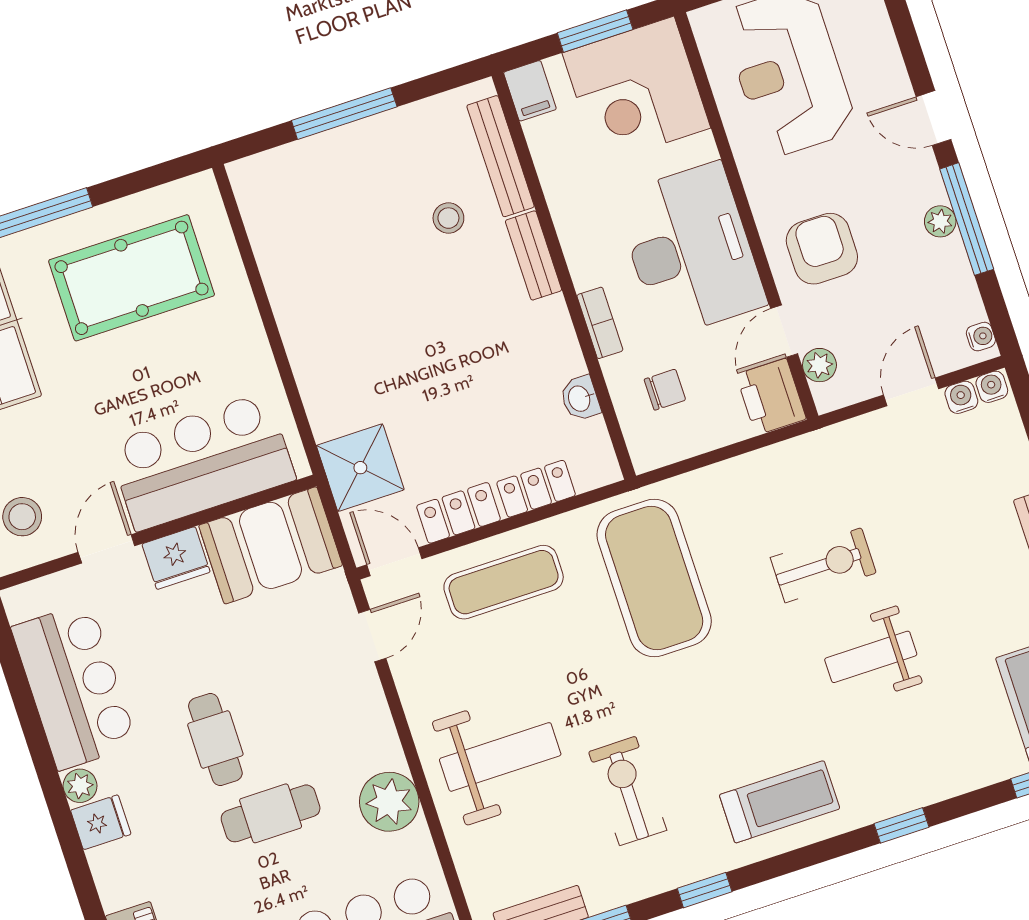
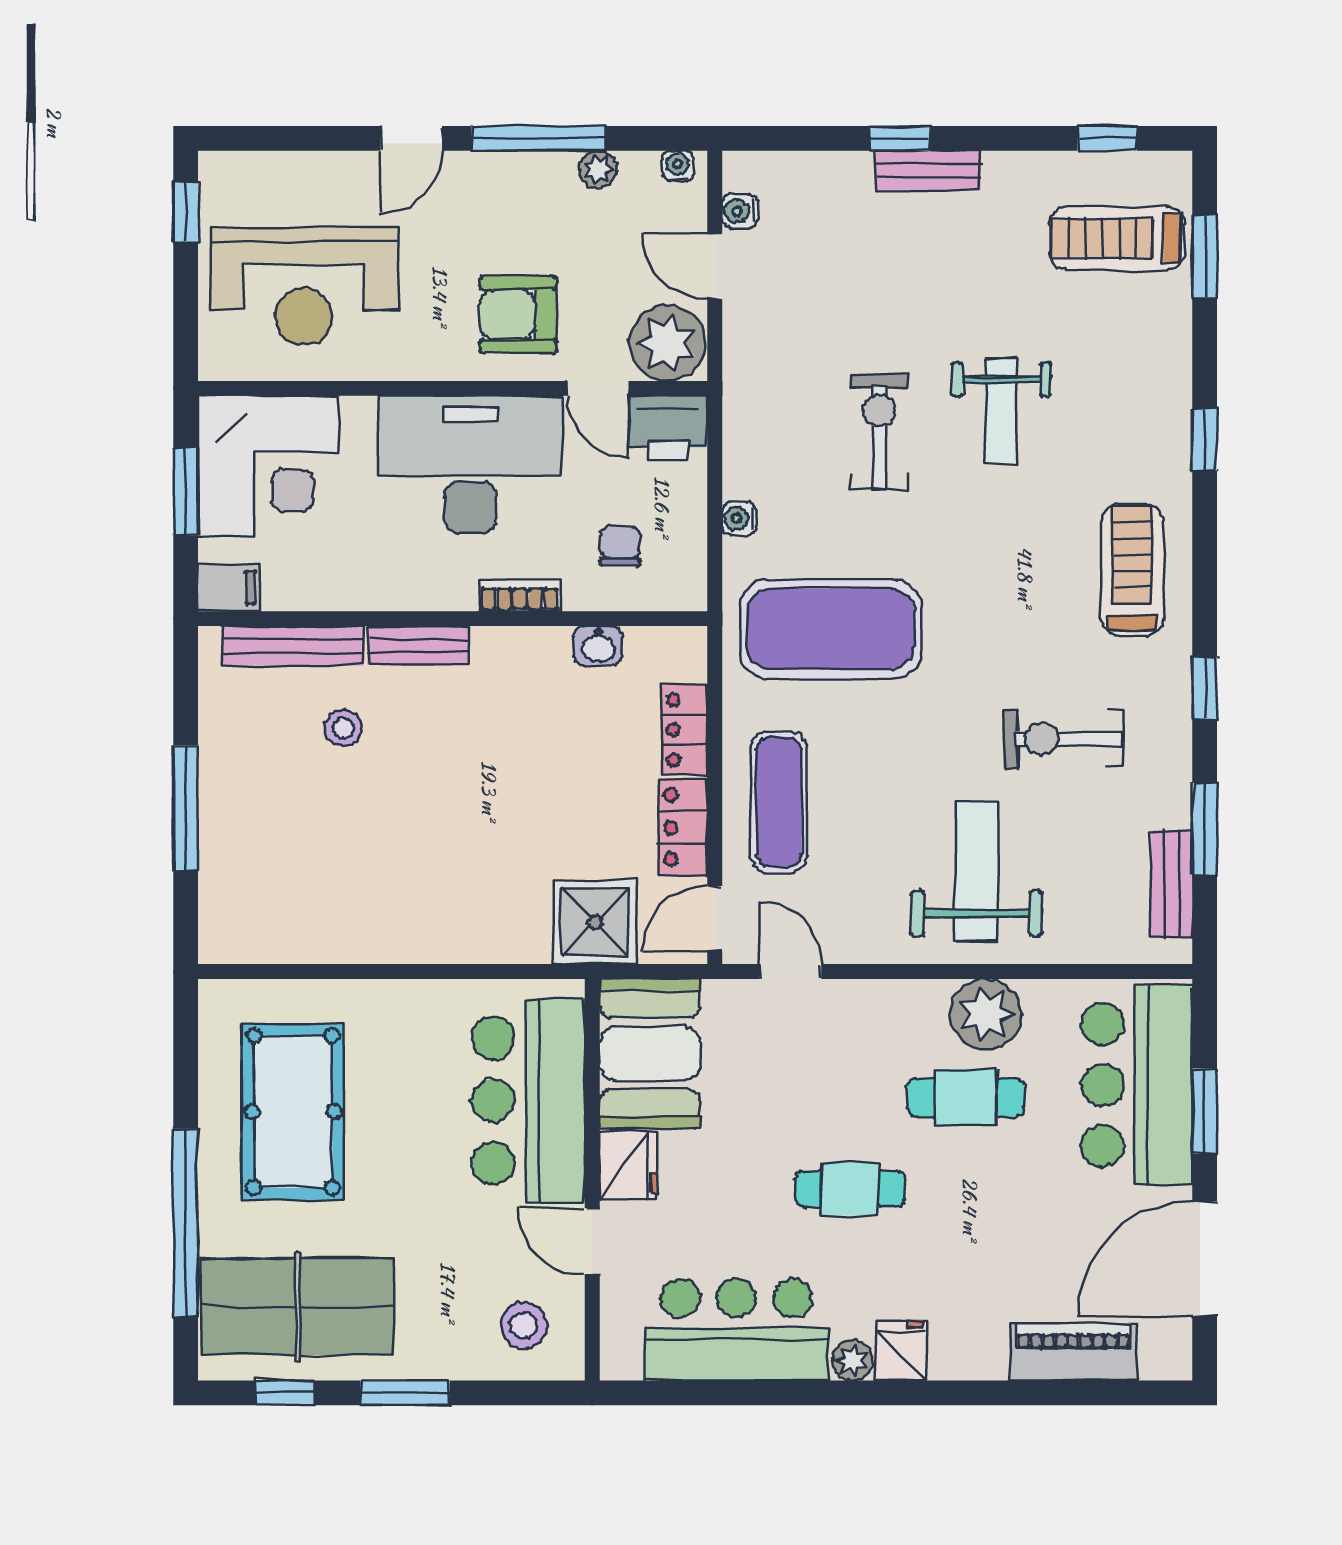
plant: (940, 221) -> (598, 170), moved
plant: (819, 365) -> (668, 343), width x1.88, depth x1.88
water cooler: (992, 387) -> (739, 519), moved
cafe table: (271, 813) -> (966, 1098), moved, turned 90

